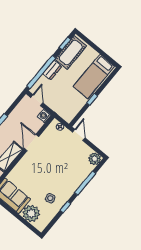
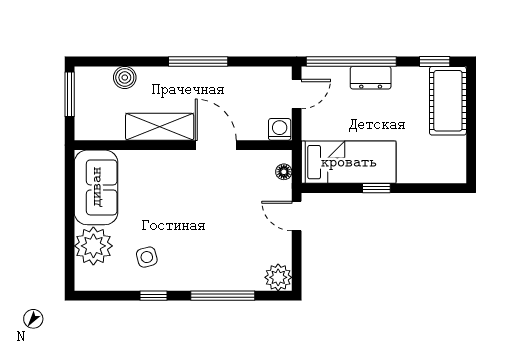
cot: (71, 52) -> (448, 101), moved, turned 90
bed: (94, 76) -> (349, 162), moved, turned 180
door: (79, 135) -> (297, 216), swing flipped
door: (31, 143) -> (216, 145), hinge flipped

